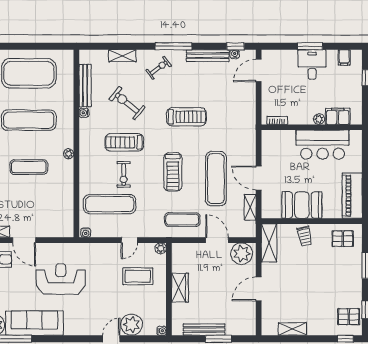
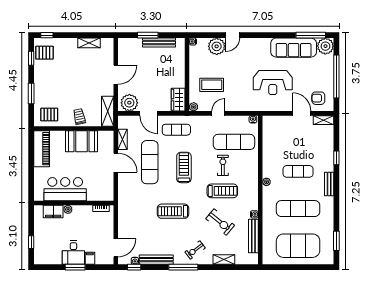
filing cabinet: (344, 57) -> (90, 258), moved
wardrobe: (180, 288) -> (178, 100), moved

